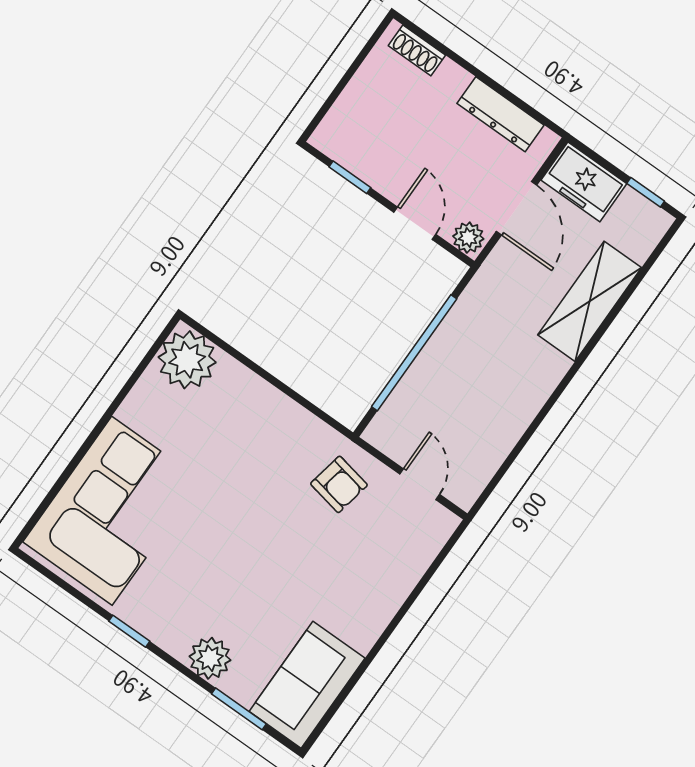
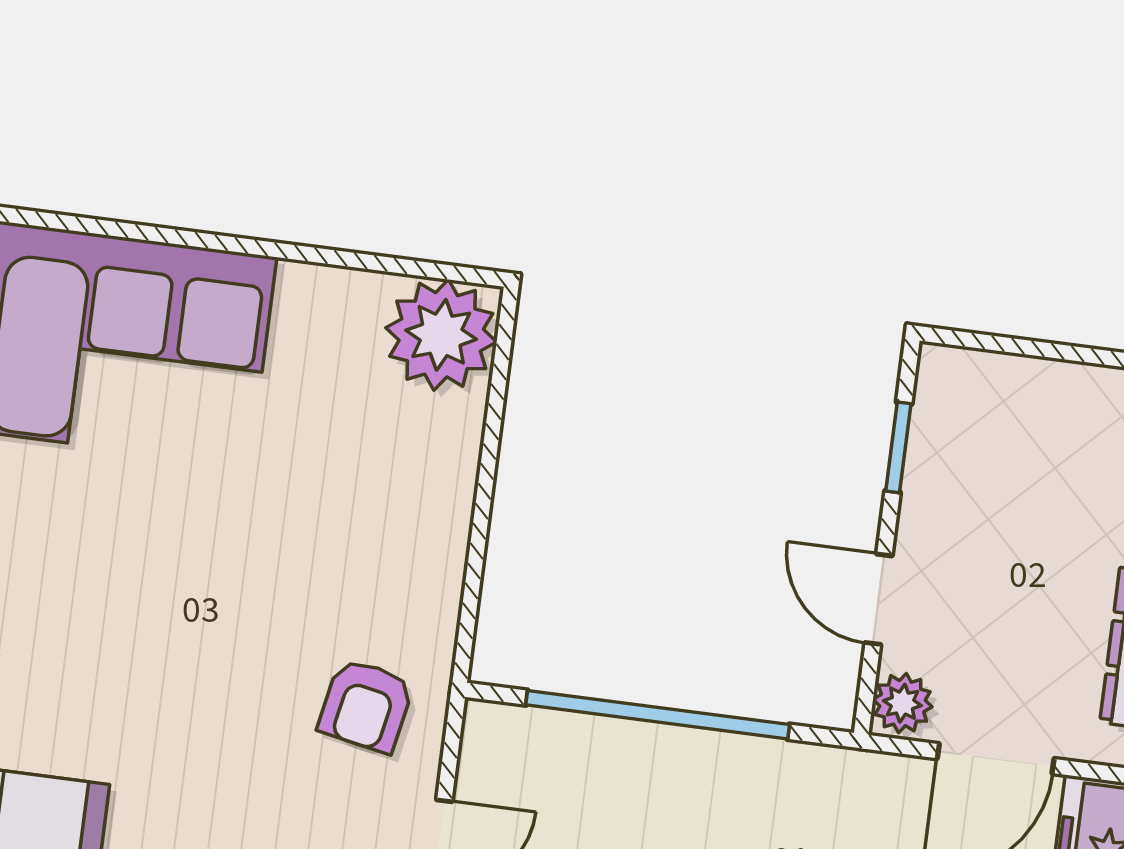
door: (415, 223) -> (879, 599), swing flipped

